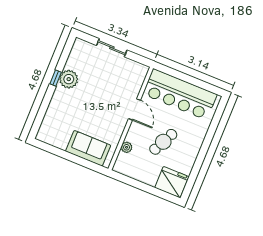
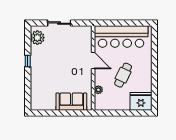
plant: (69, 79) -> (37, 38), moved

